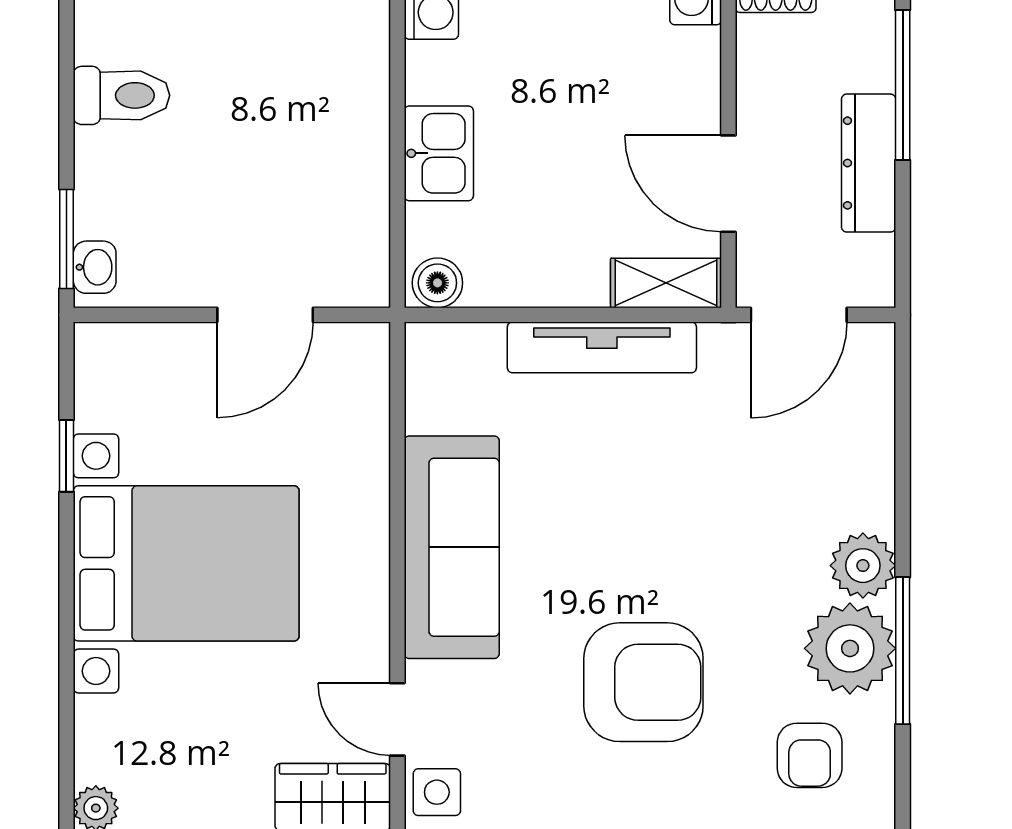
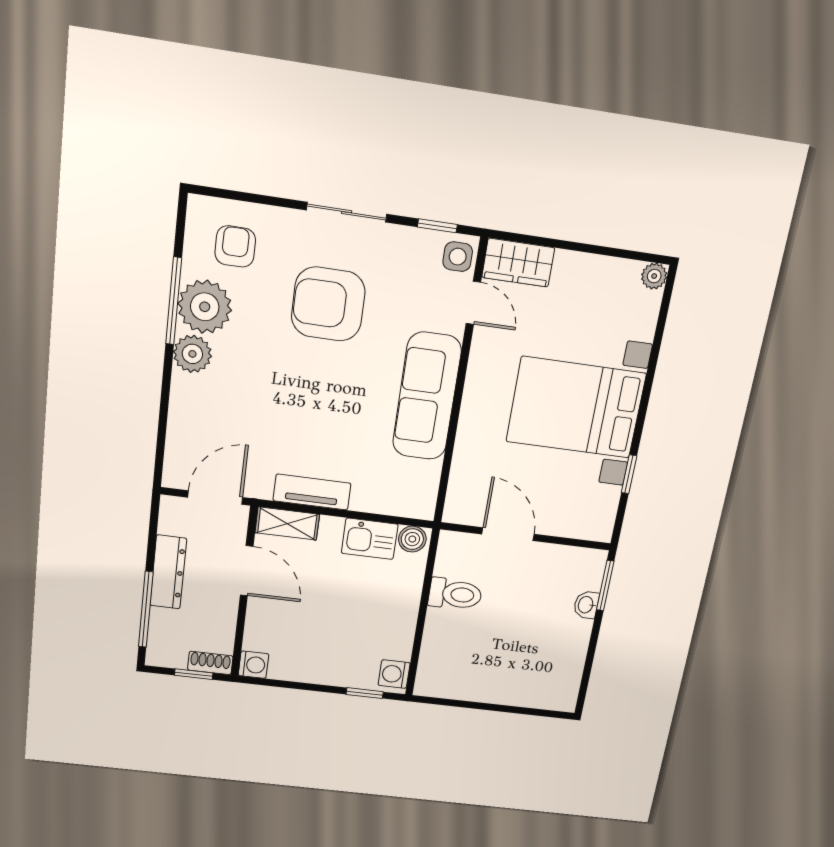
toilet: (122, 95) -> (455, 594), moved, turned 180
kitchen sink: (439, 153) -> (370, 539), moved, turned -90
washbasin: (95, 267) -> (586, 605), moved
door: (265, 315) -> (508, 534), hinge flipped
tv unit: (602, 347) -> (312, 492), width x0.71

